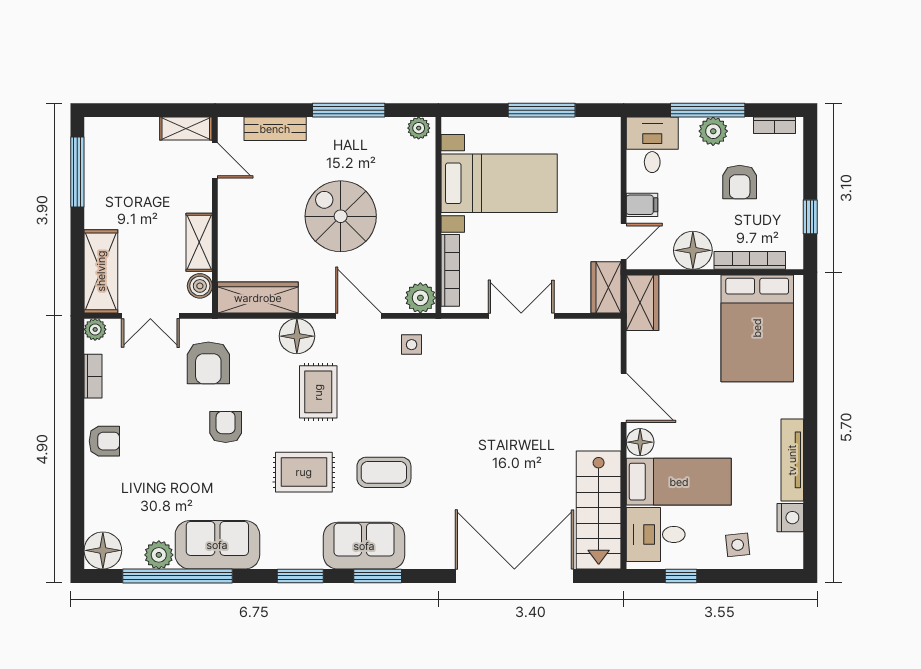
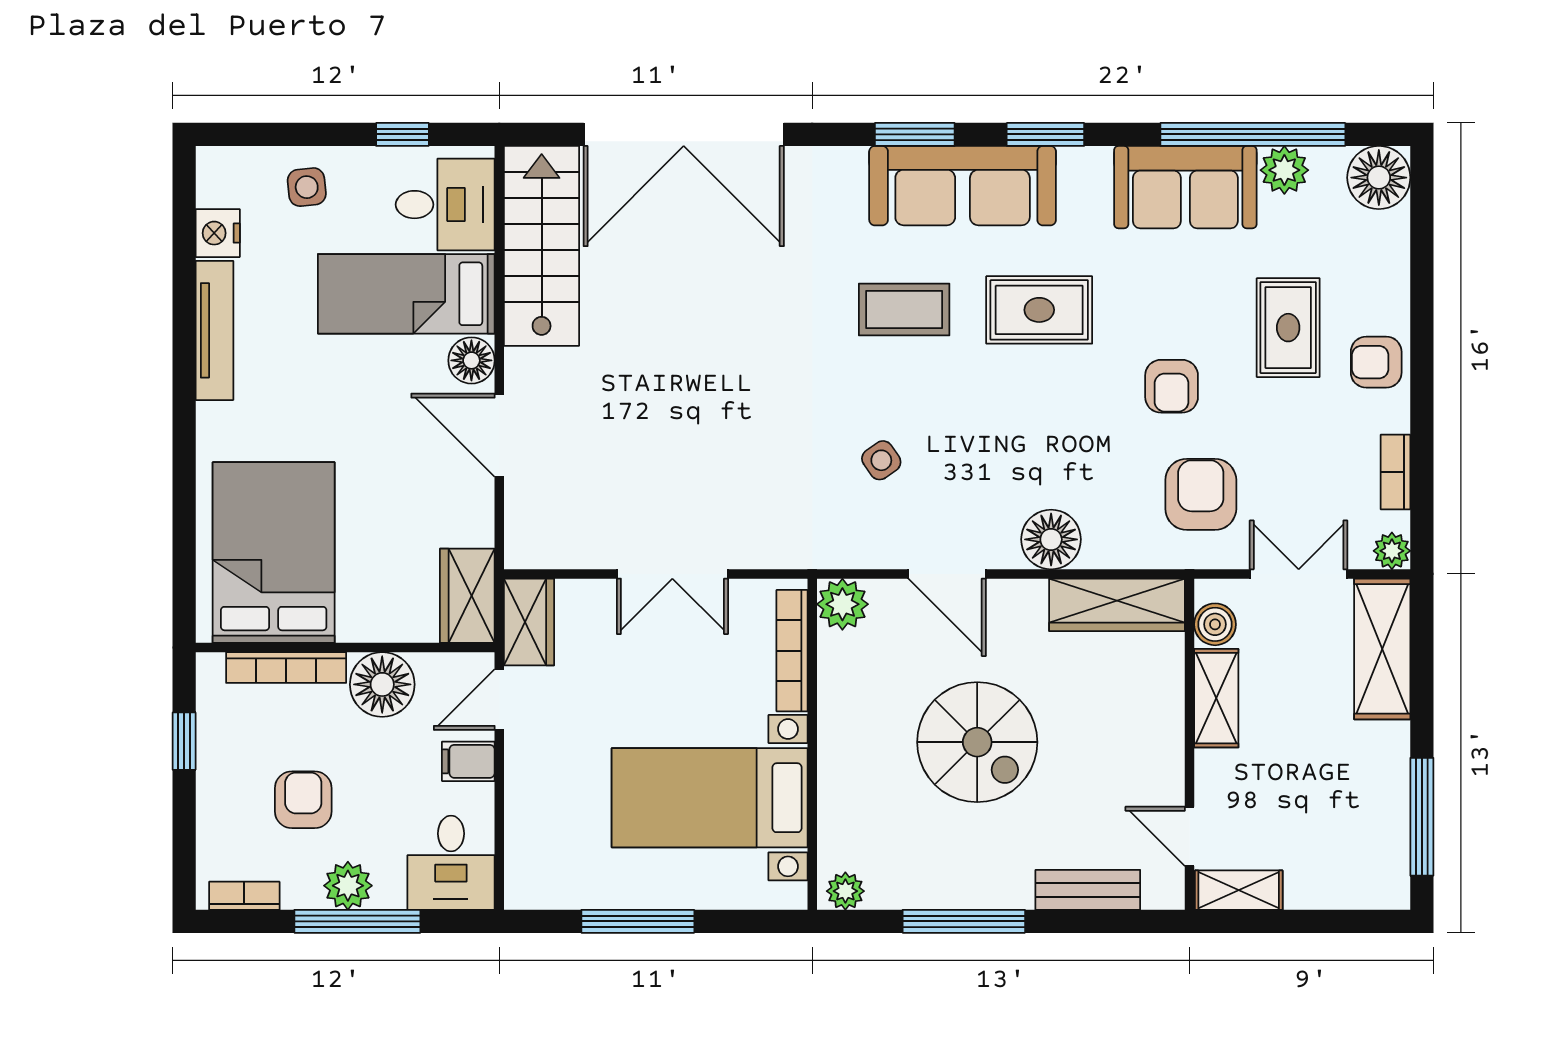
side table: (412, 345) -> (881, 460), moved, turned -35
rug: (318, 392) -> (1288, 328), moved
sofa: (364, 546) -> (963, 186), width x1.36

